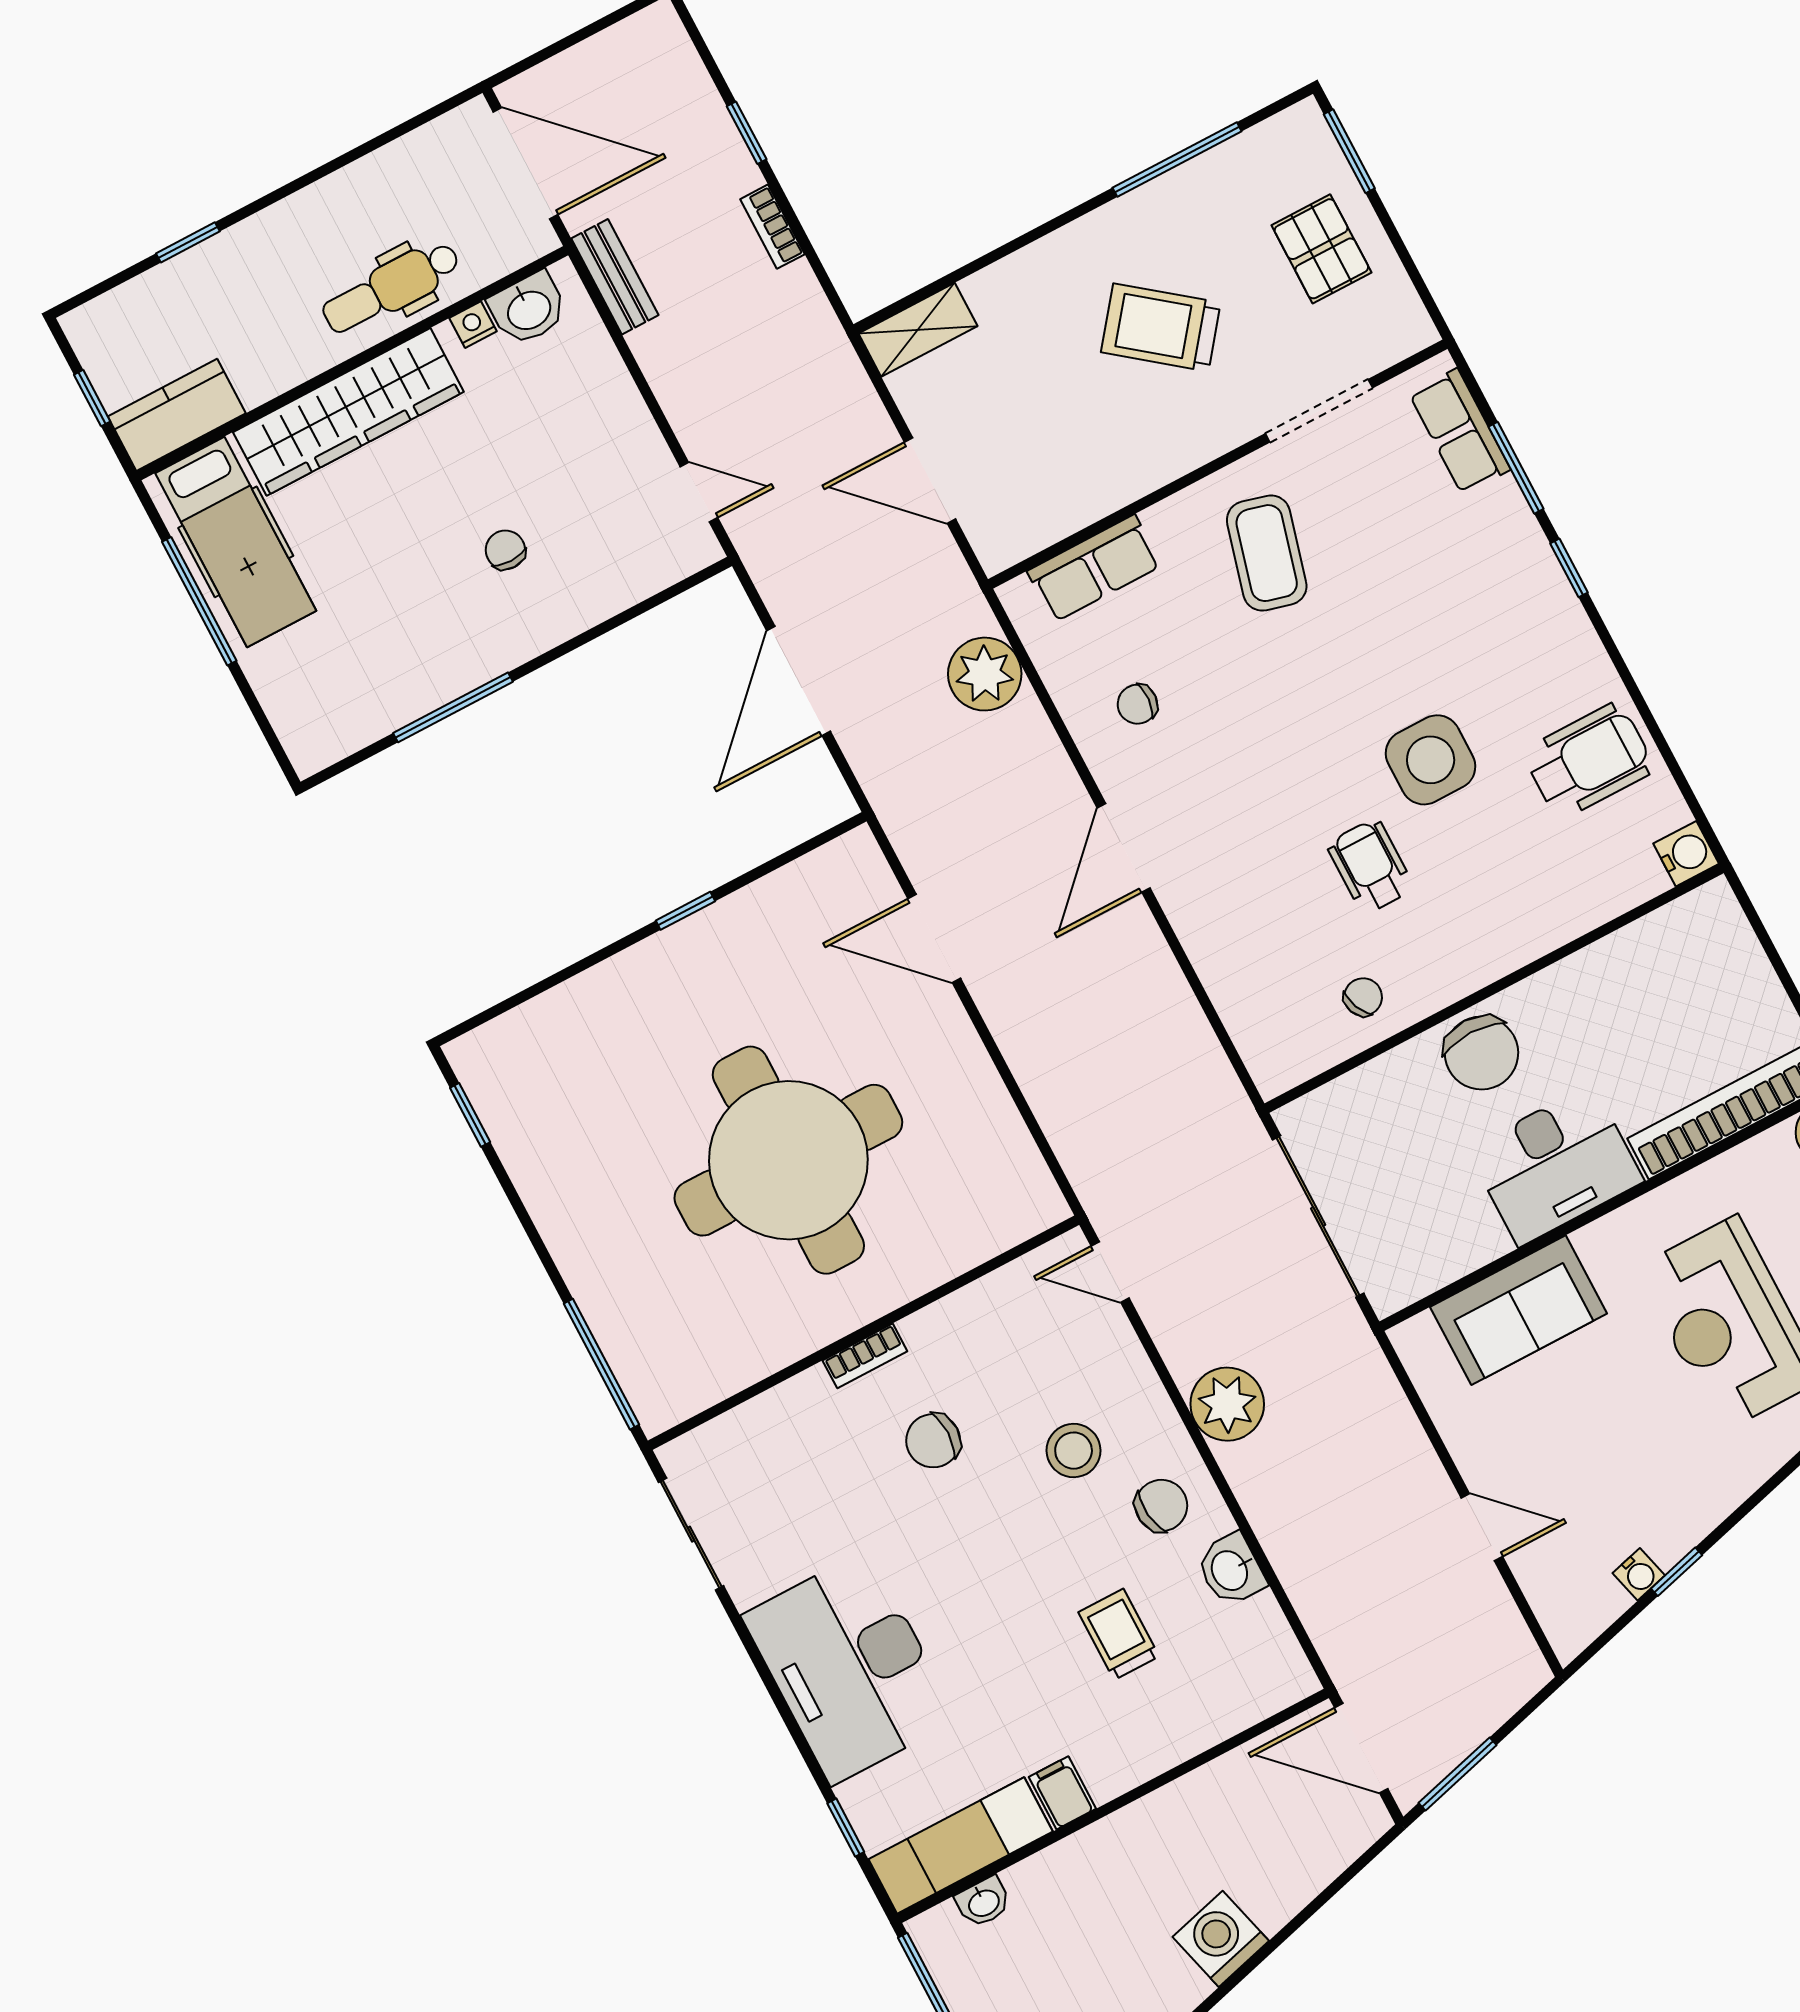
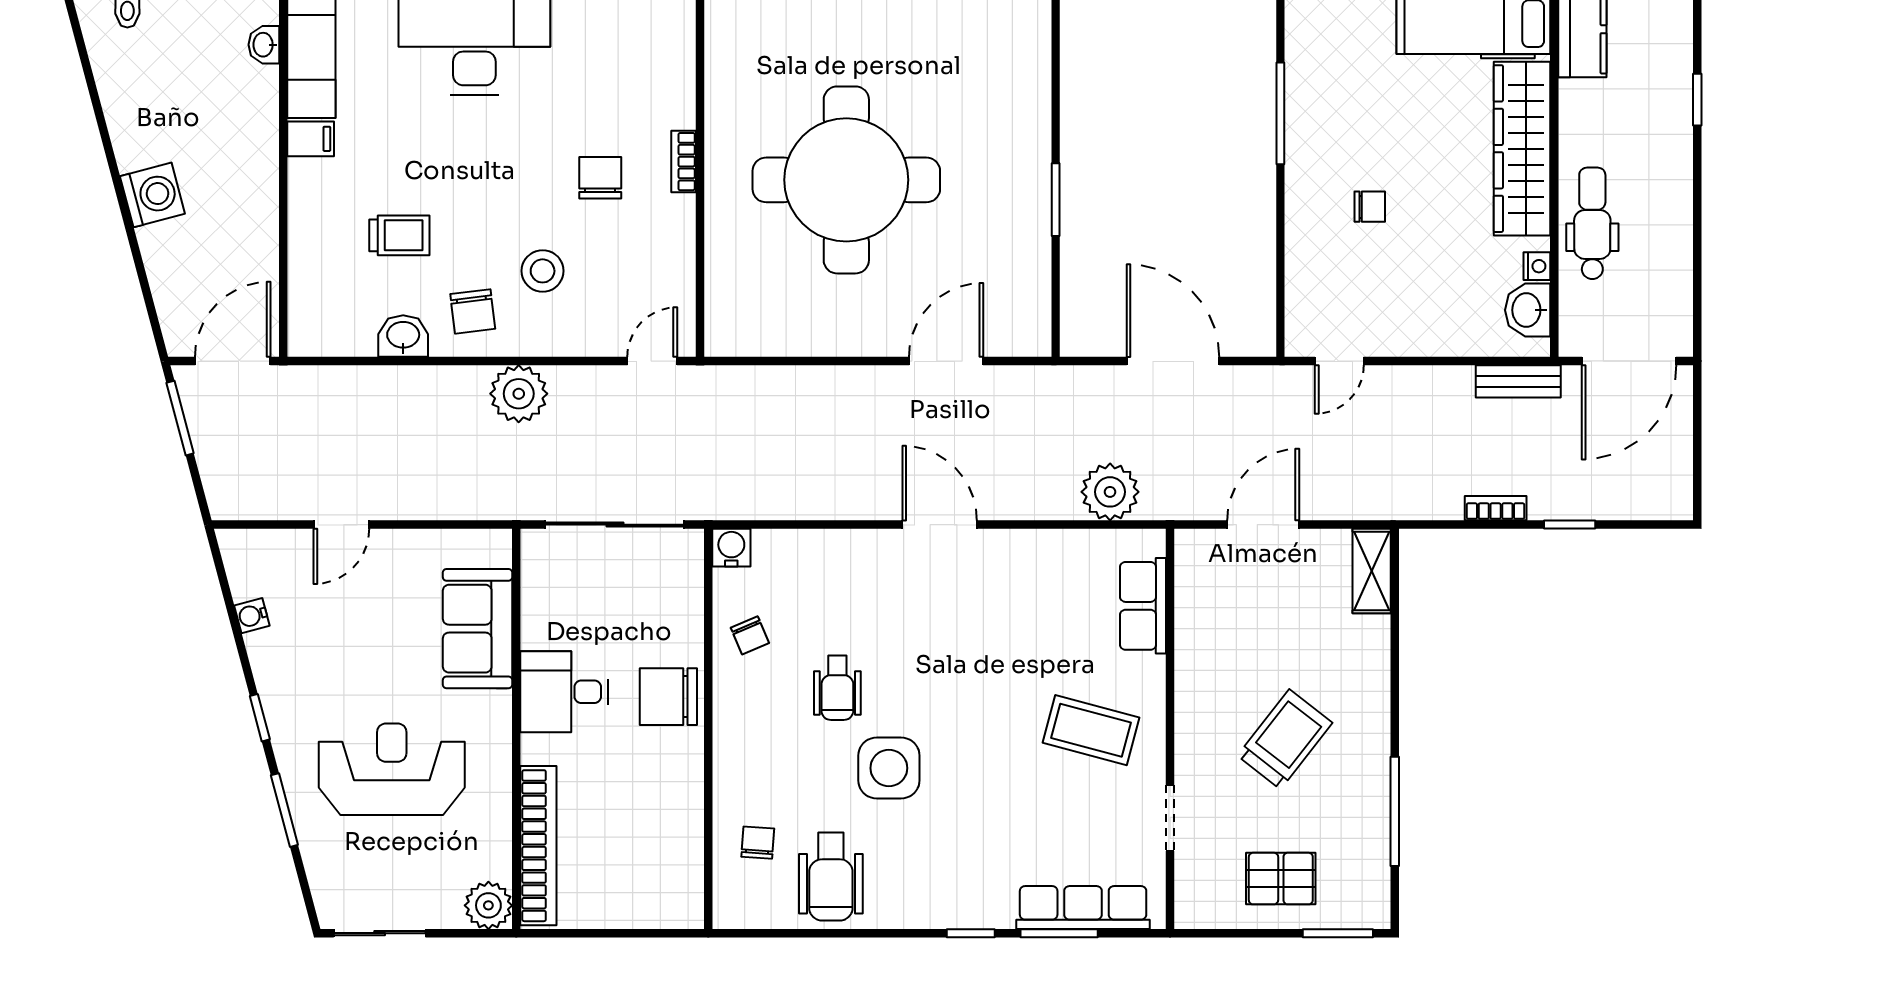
doorway: (1319, 411) -> (1170, 818), width x0.73
row of seats: (1460, 431) -> (1083, 908), width x1.48
chair: (1137, 704) -> (758, 843), moved
water cooler: (1686, 854) -> (731, 548), moved, turned 180
wheelchair: (1370, 866) -> (837, 688), turned 90
window: (685, 911) -> (1056, 200), width x1.50
desk: (1556, 1165) -> (564, 692), width x0.73
window: (1677, 1572) -> (260, 718), moved

